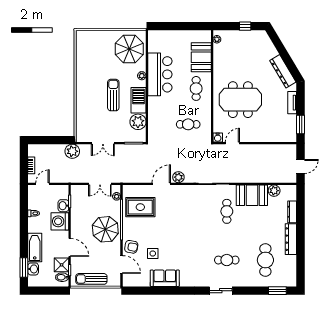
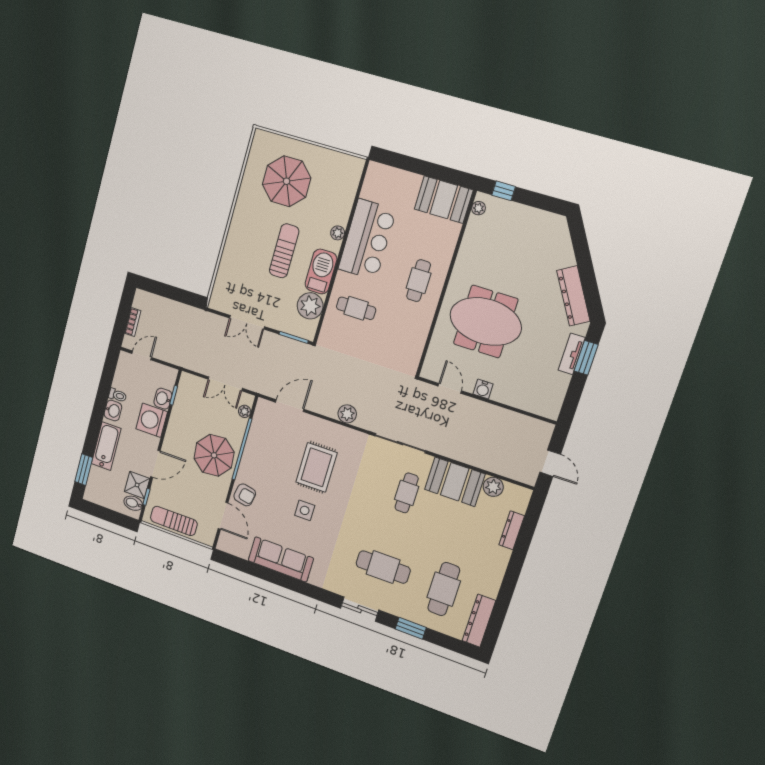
window: (245, 26) -> (504, 191), moved
parasol: (129, 49) -> (287, 181), moved
booth: (201, 57) -> (444, 200), moved, turned 90
cafe table: (188, 124) -> (356, 308), moved
window: (301, 124) -> (586, 358), moved
water cooler: (218, 137) -> (483, 389), moved
door: (232, 143) -> (450, 388), hinge flipped
plant: (72, 151) -> (198, 320), removed
door: (301, 166) -> (550, 463), hinge flipped
door: (161, 184) -> (290, 406), moved
rug: (140, 207) -> (316, 467), moved, turned 90
dresser: (291, 239) -> (479, 621), moved
door: (70, 247) -> (155, 464), hinge flipped
side table: (153, 253) -> (305, 510), moved
cafe table: (227, 260) -> (383, 567), width x1.37, depth x1.35
washbasin: (33, 269) -> (113, 411), moved
sofa: (165, 278) -> (281, 559), width x1.36
window: (277, 291) -> (411, 628), moved

